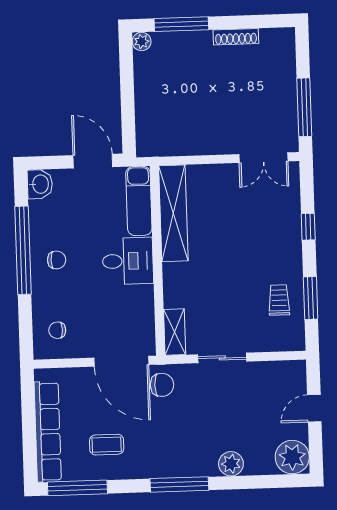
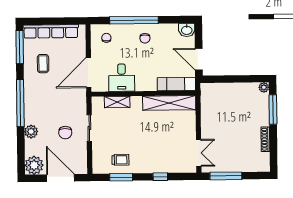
double door: (263, 158) -> (199, 153), swing flipped
door: (93, 161) -> (199, 59), swing flipped
window: (23, 250) -> (134, 20), moved
desk: (128, 261) -> (122, 78), moved
shelving: (175, 332) -> (117, 102), moved
chair: (162, 385) -> (65, 133), moved
door: (314, 408) -> (61, 178), width x1.88
window: (179, 484) -> (20, 103), width x1.46

